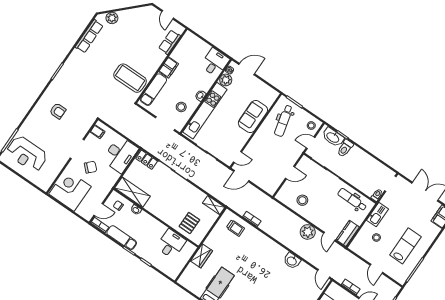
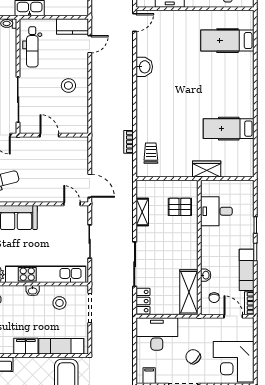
stool: (302, 200) -> (68, 85), moved
shelving: (214, 205) -> (142, 212), moved
plant: (308, 232) -> (101, 71), removed

